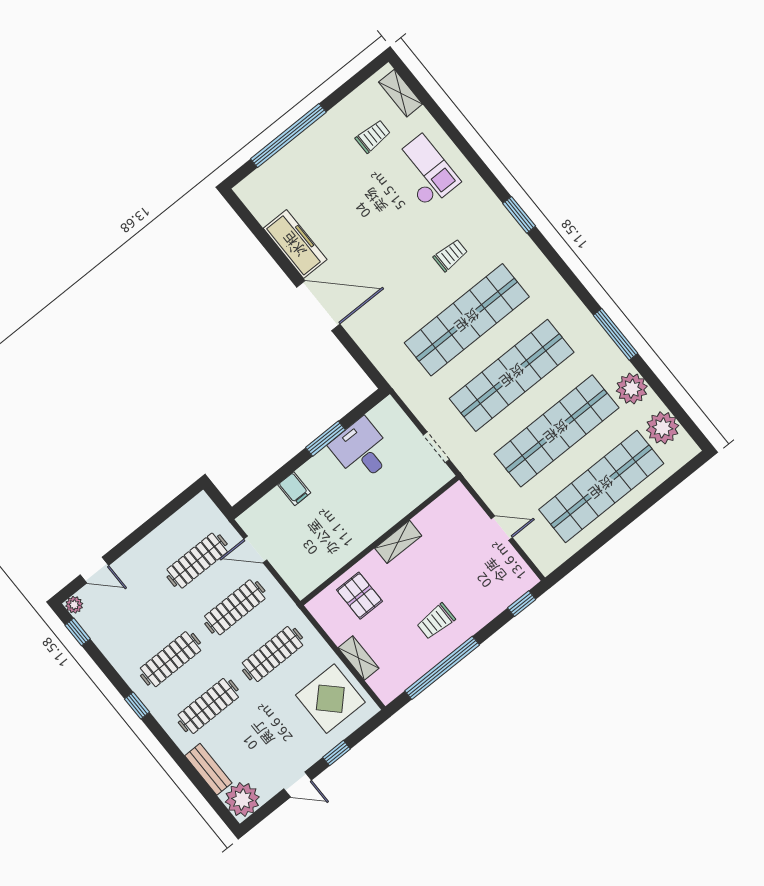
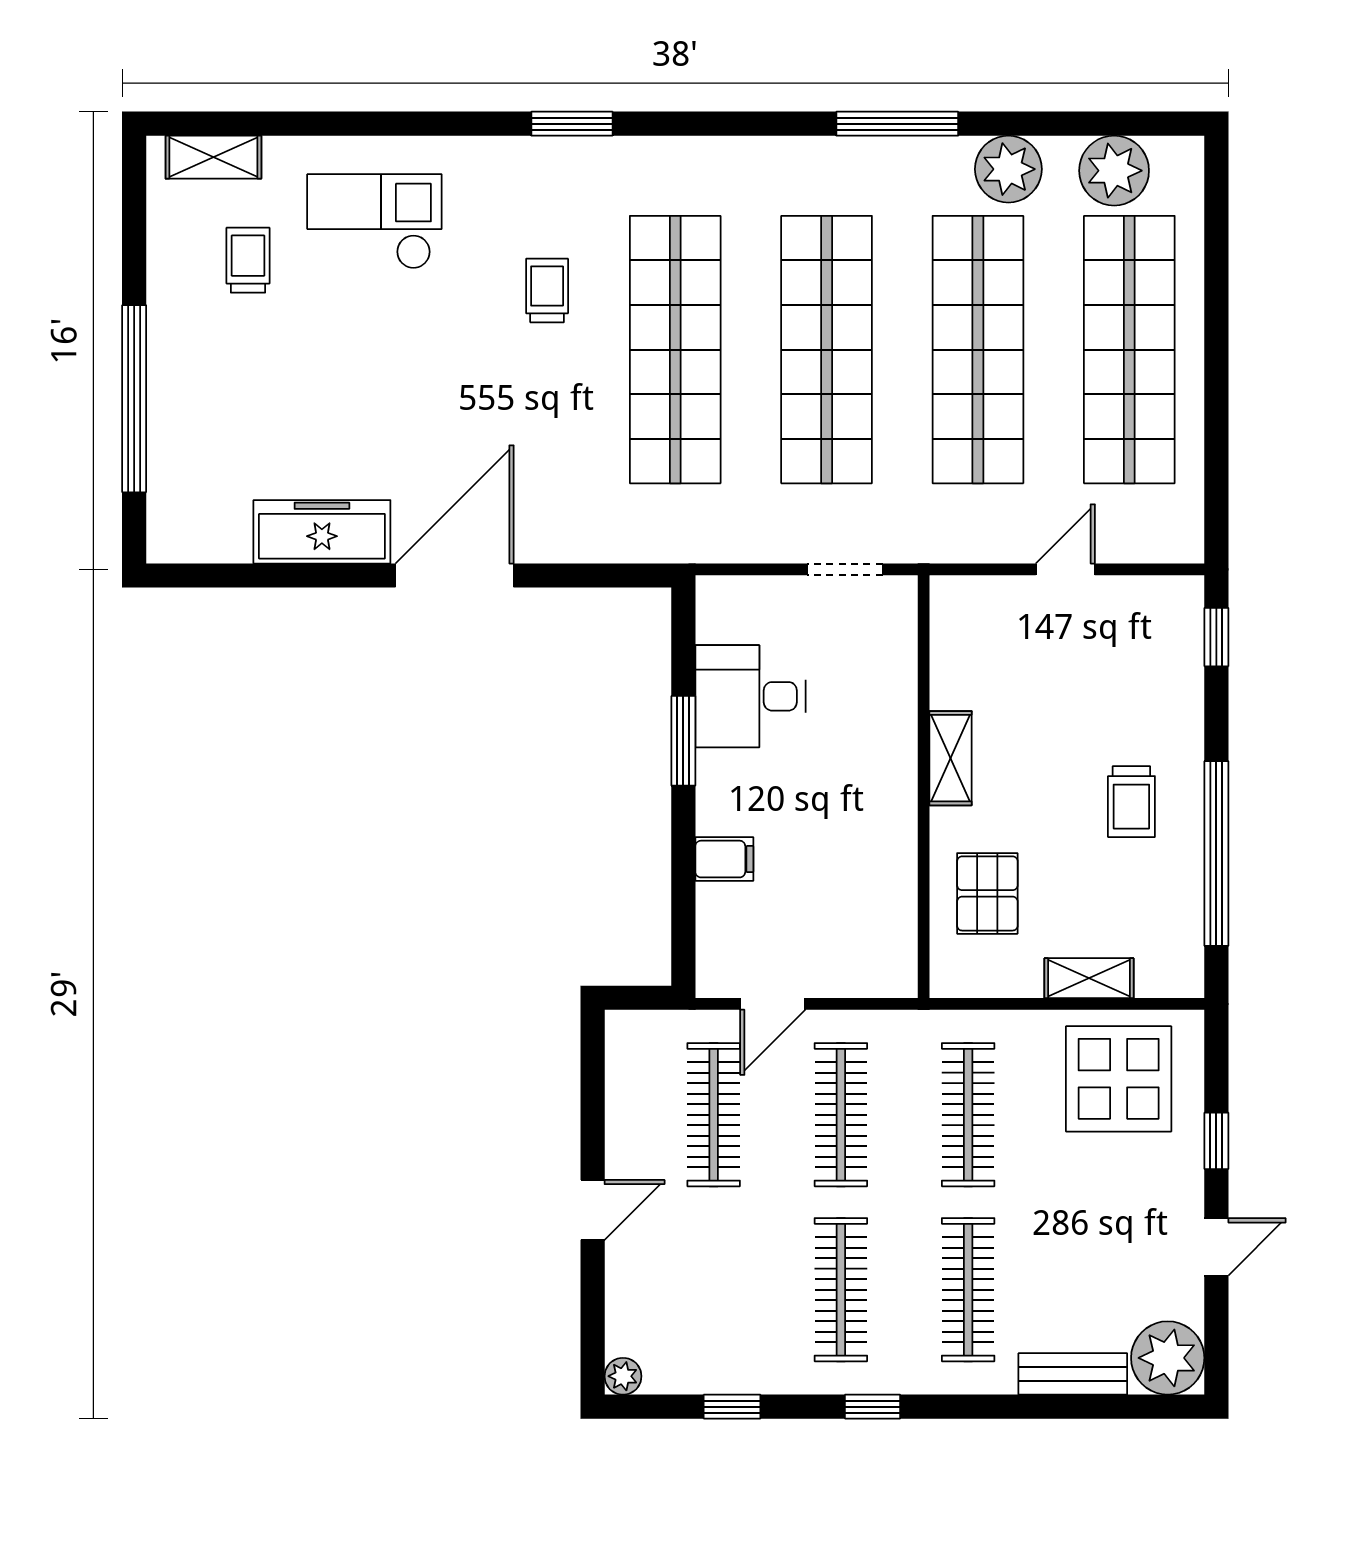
door: (94, 570) -> (593, 1210), moved
pallet: (359, 596) -> (987, 893), turned 90
window: (78, 632) -> (732, 1407), moved

